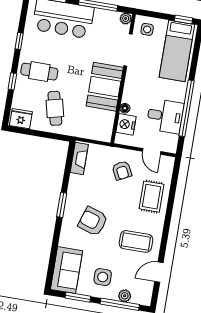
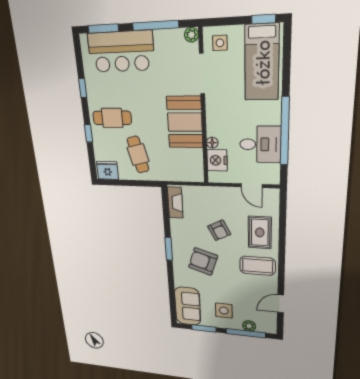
armchair: (122, 170) -> (219, 230), moved
coffee table: (136, 241) -> (258, 266), moved

